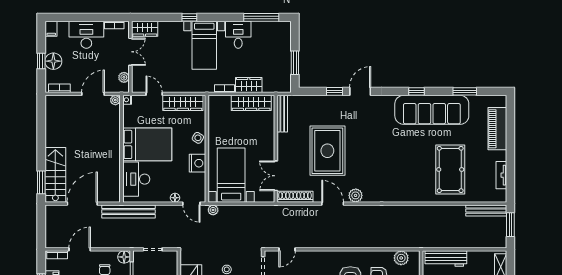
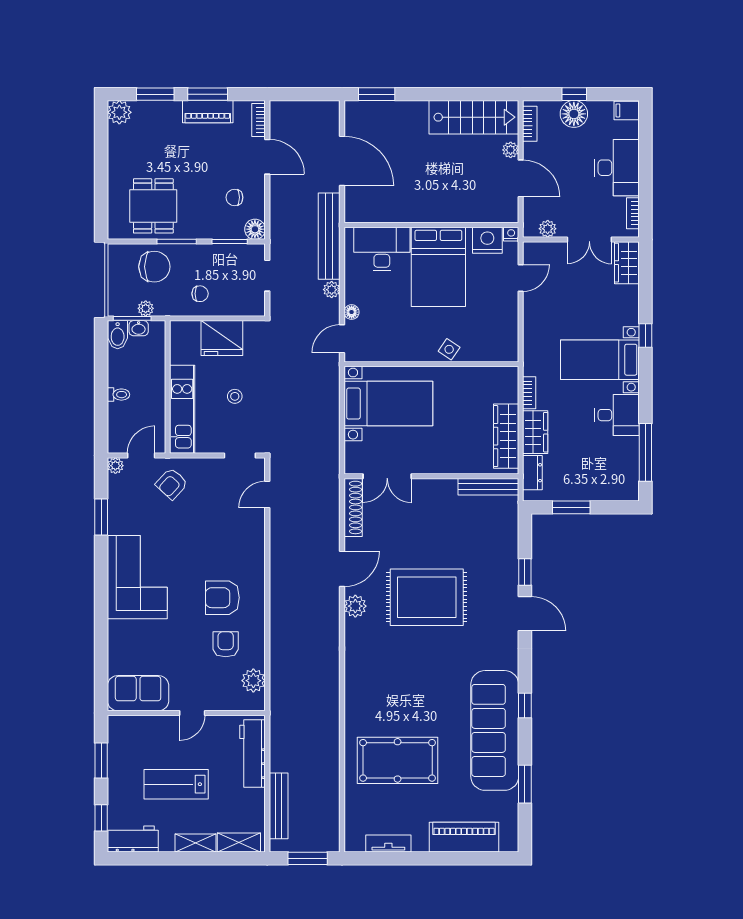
dresser: (274, 87) -> (532, 473), added
plant: (115, 100) -> (511, 150), moved
wardrobe: (183, 103) -> (506, 325), removed
rug: (327, 151) -> (427, 597), moved
nightstand: (198, 163) -> (487, 240), moved, turned 180
stairs: (55, 175) -> (474, 117), moved
double door: (276, 176) -> (387, 476), swing flipped
plant: (213, 210) -> (332, 290), moved
bench: (486, 211) -> (279, 806), moved
door: (287, 249) -> (267, 495), hinge flipped

